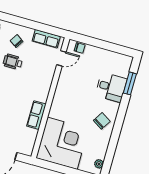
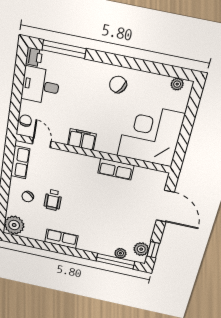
printer: (126, 61) -> (34, 57), added
window: (130, 83) -> (64, 49), width x1.44
desk: (111, 87) -> (41, 86), moved, turned -90
filing cabinet: (62, 90) -> (82, 139), added

